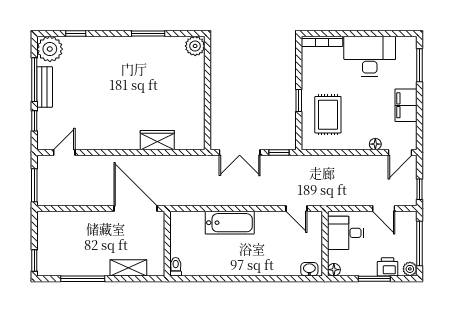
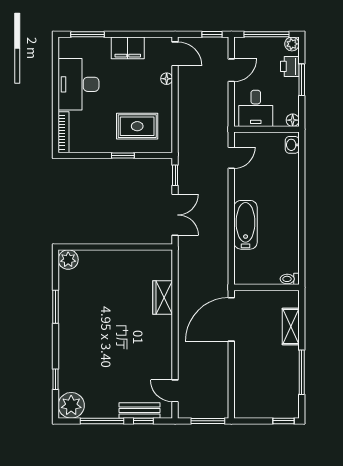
bench: (45, 87) -> (140, 411), moved

